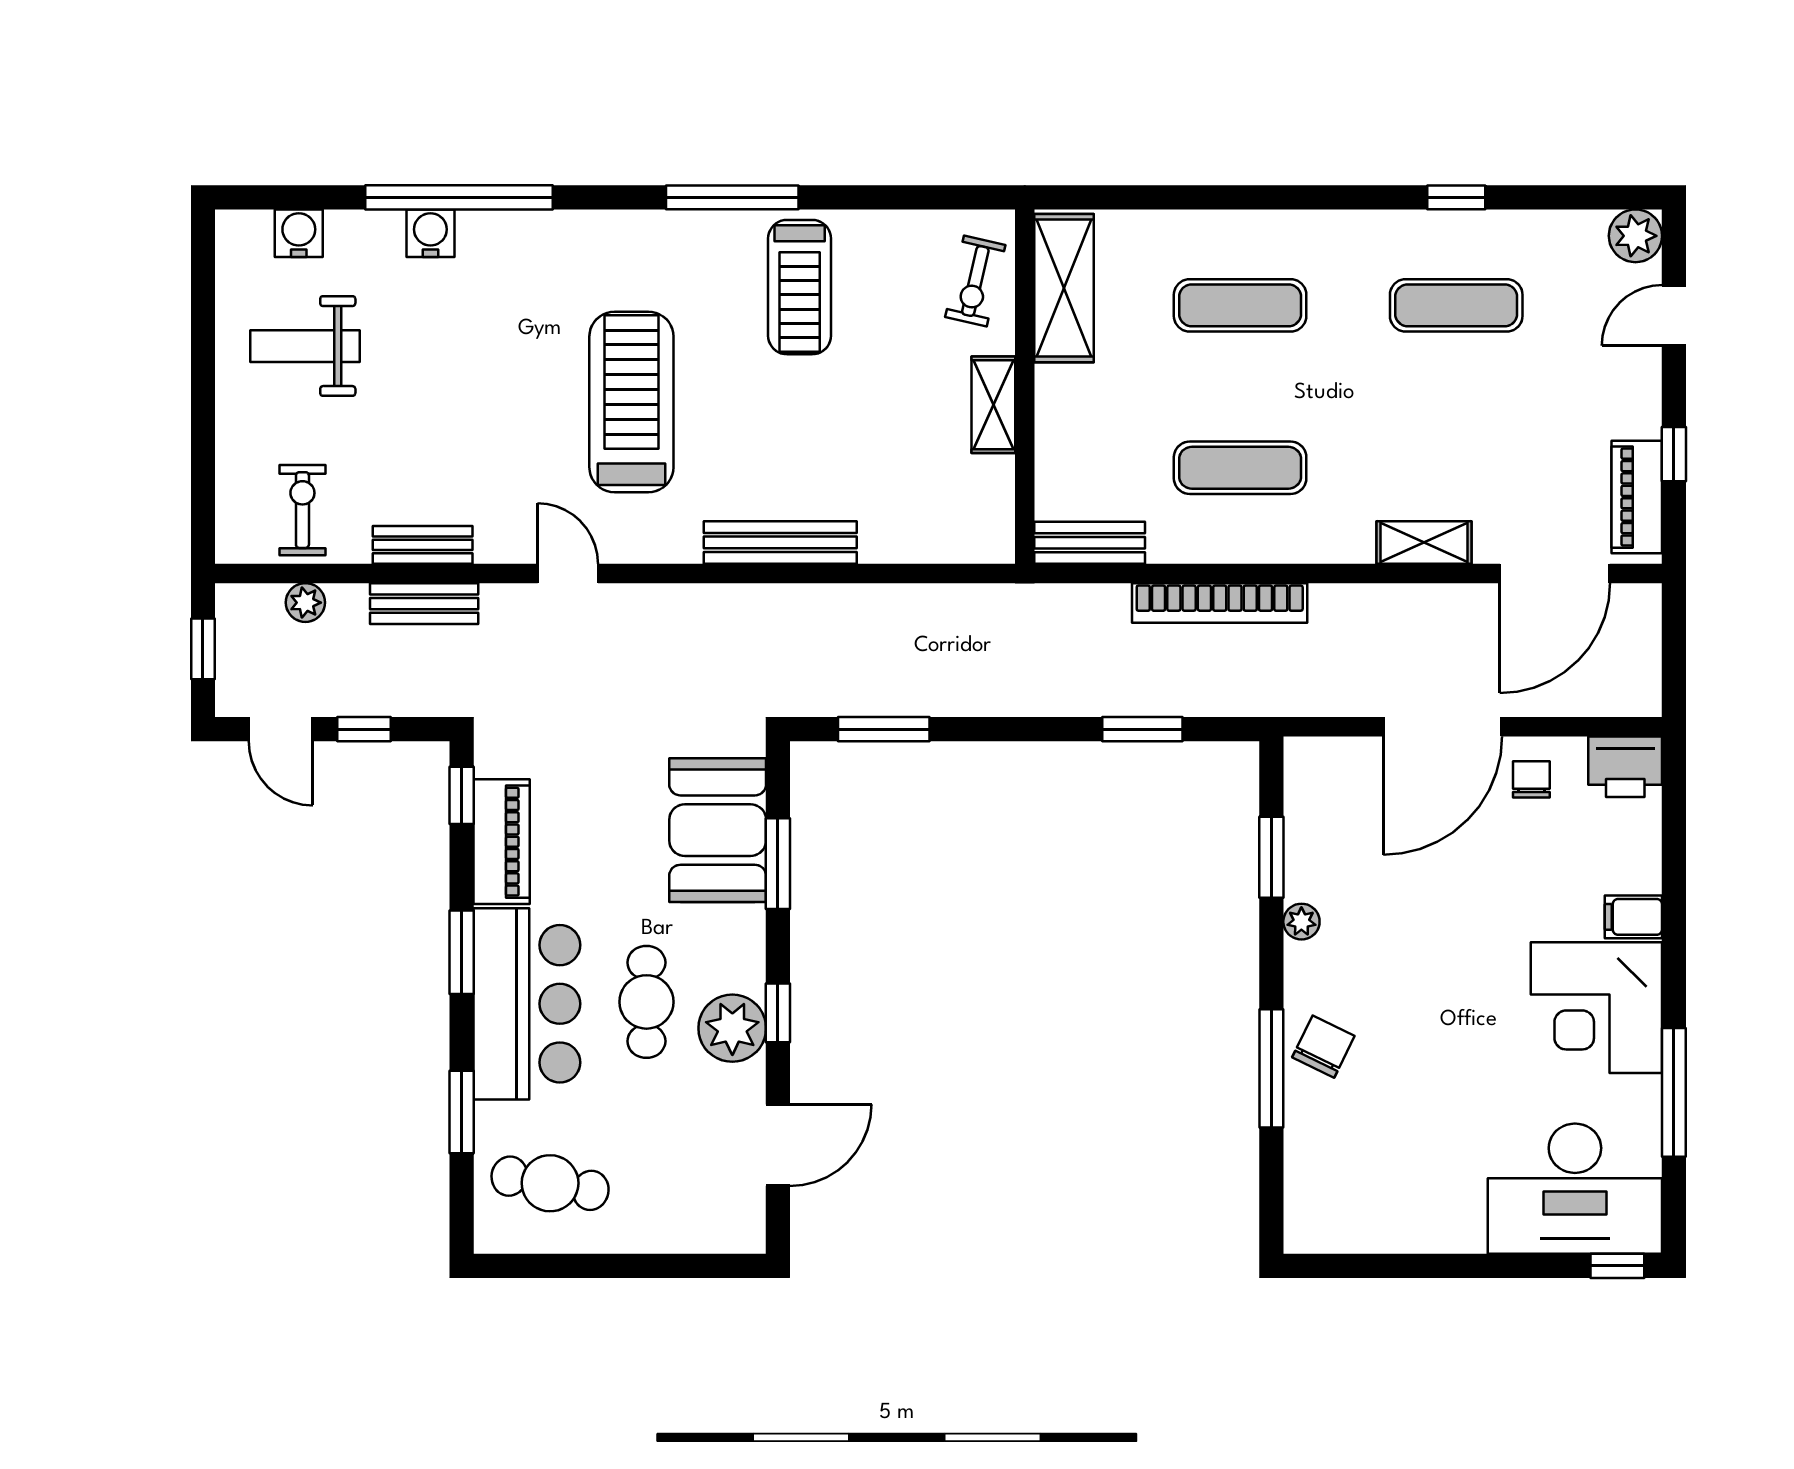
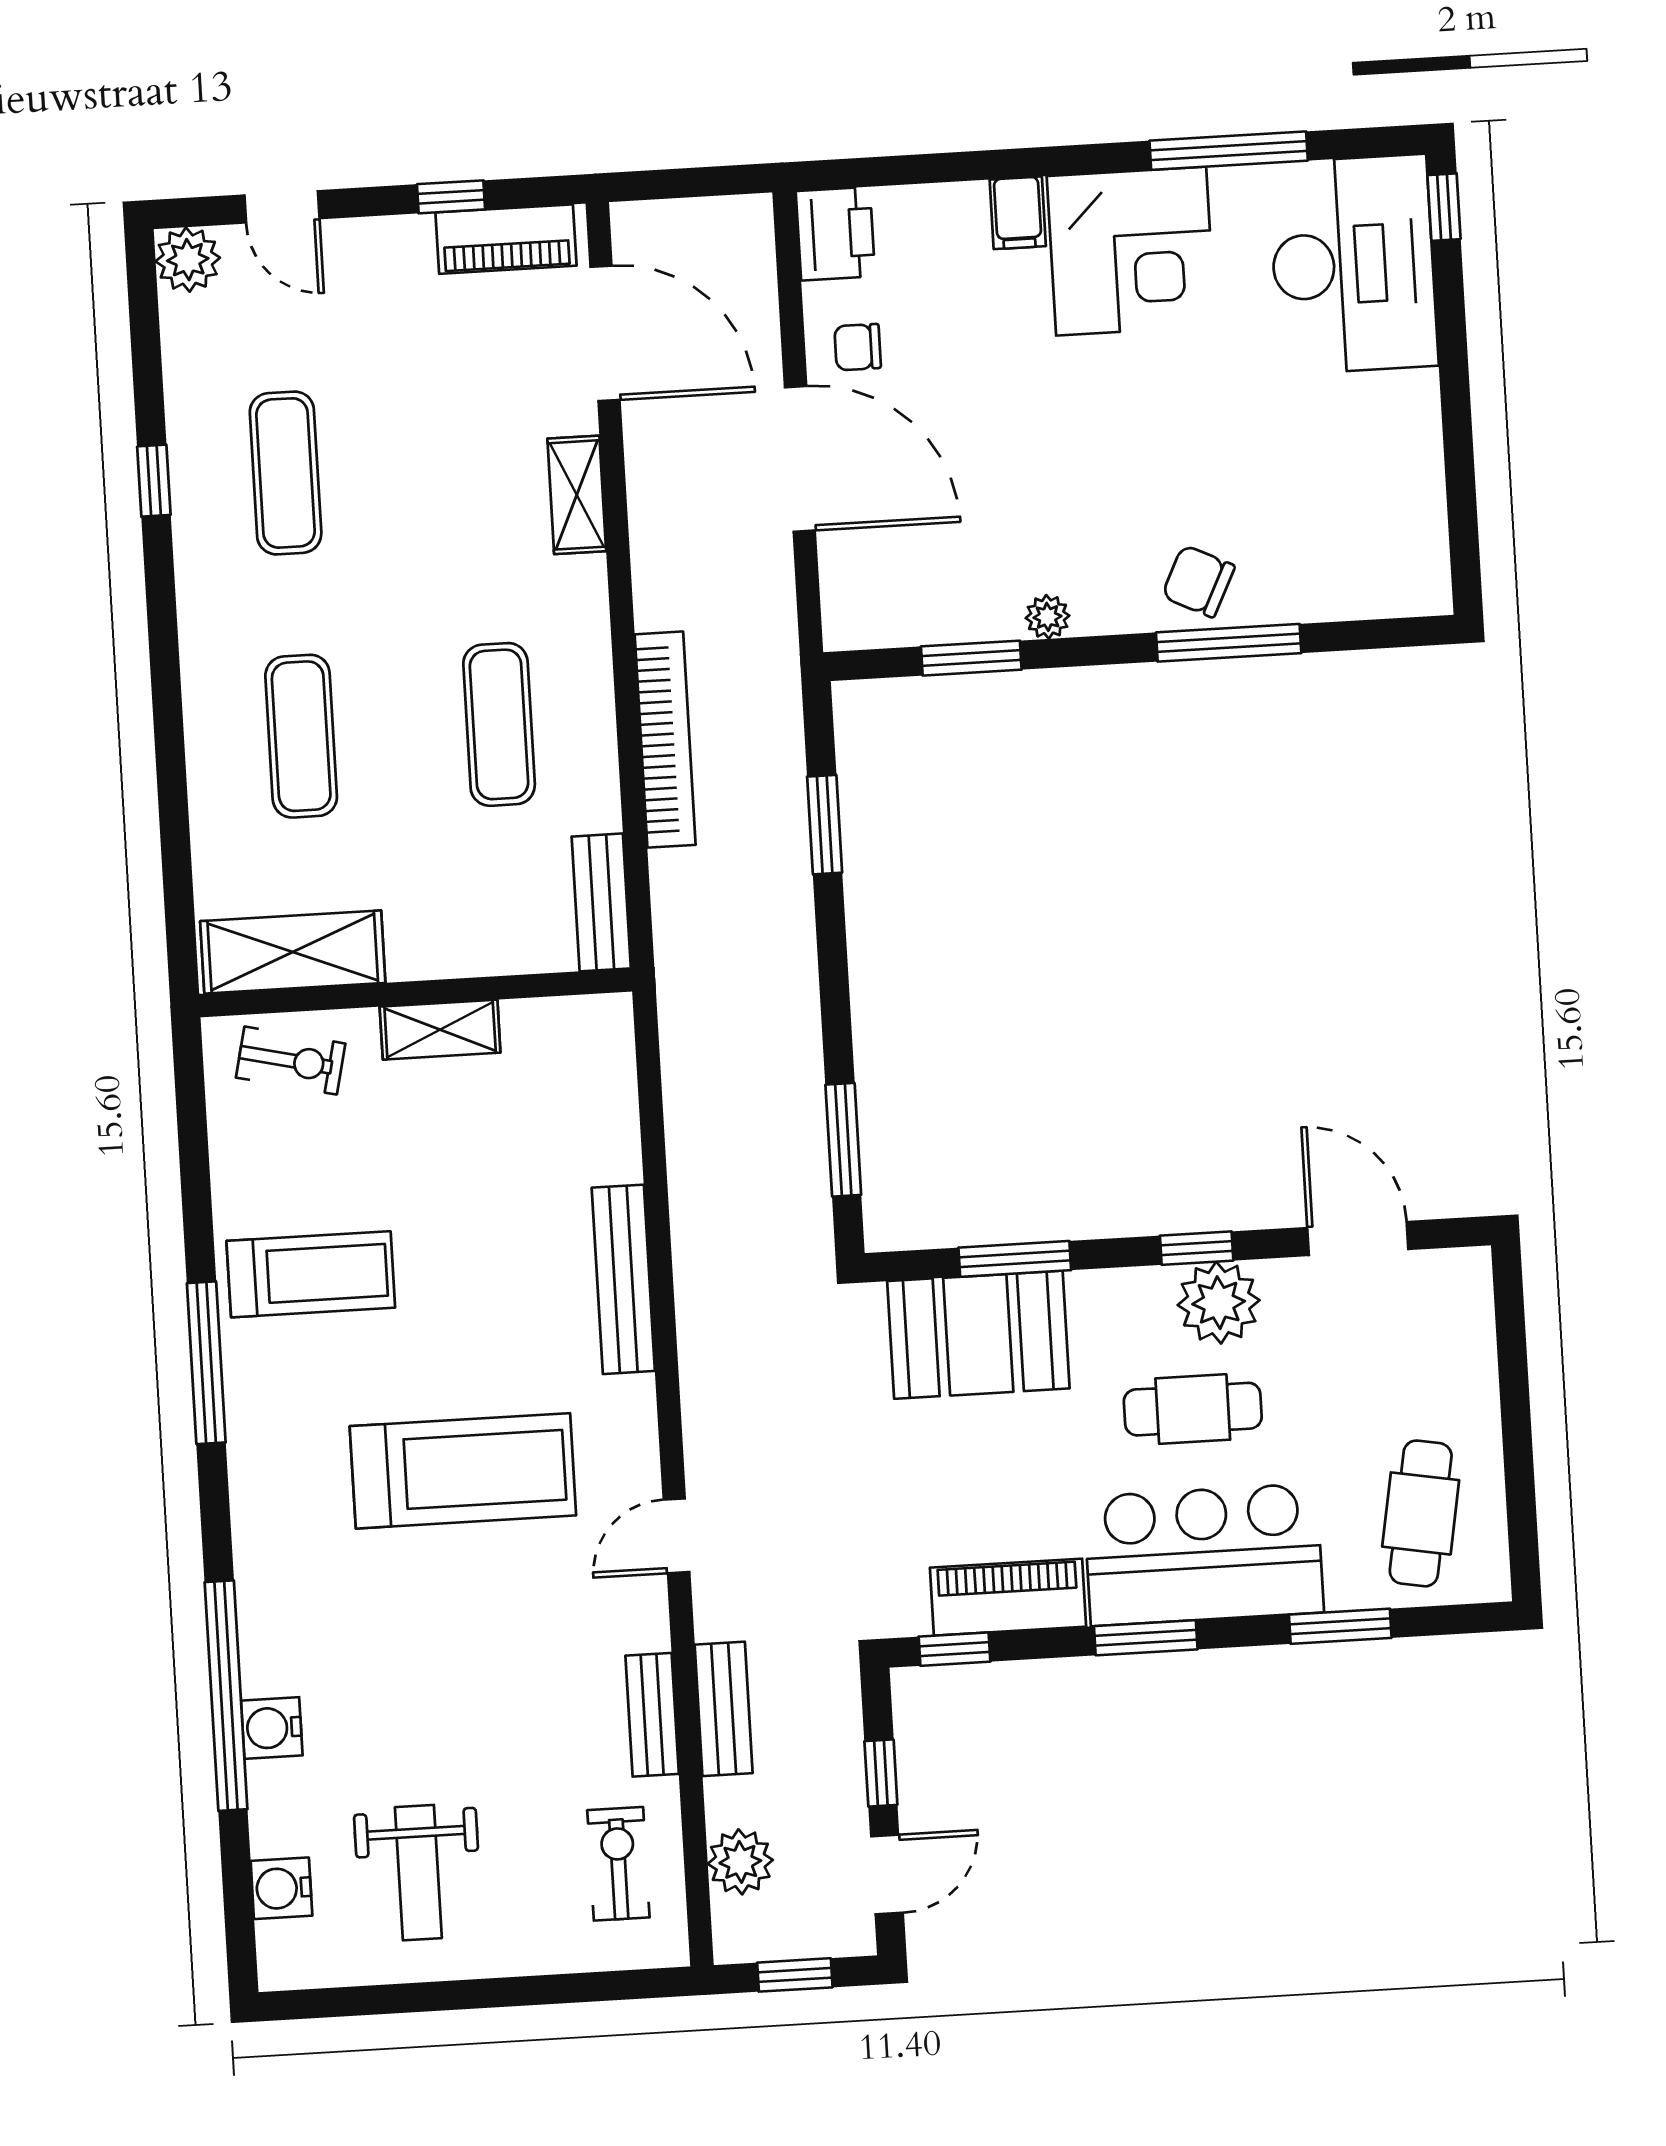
treadmill: (631, 402) -> (463, 1471), turned 180
exercise bike: (302, 510) -> (618, 1864), turned 90
plant: (305, 603) -> (740, 1862), width x1.38, depth x1.38

